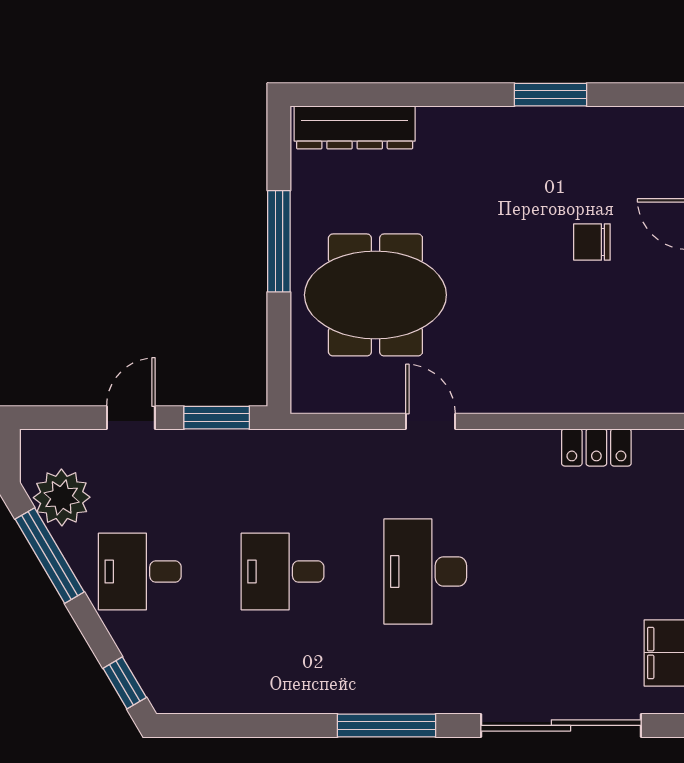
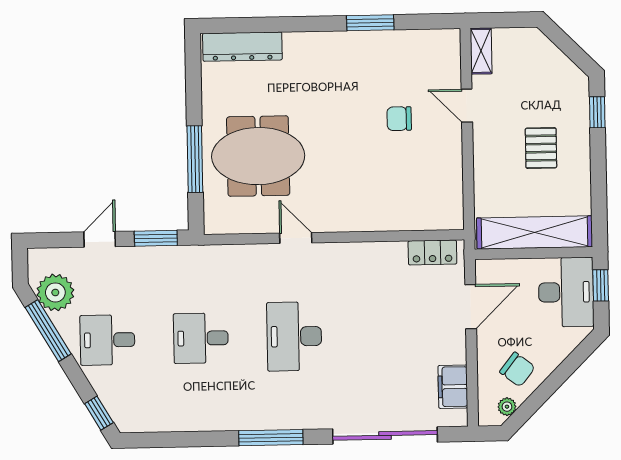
window: (279, 241) -> (195, 159), moved
locker: (596, 447) -> (432, 252), moved

